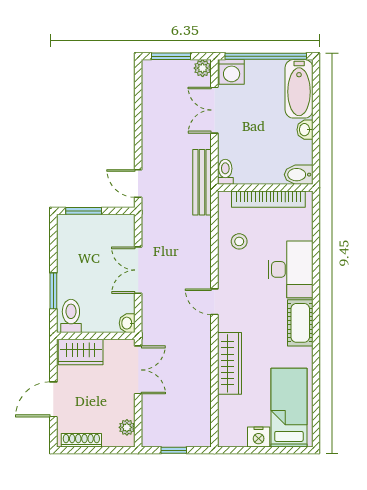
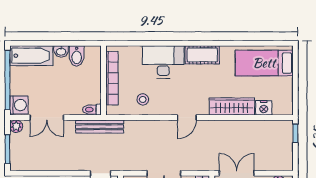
bidet: (299, 175) -> (77, 56), moved
nightstand: (259, 437) -> (264, 108), moved, turned 90
window: (174, 450) -> (295, 133), moved

